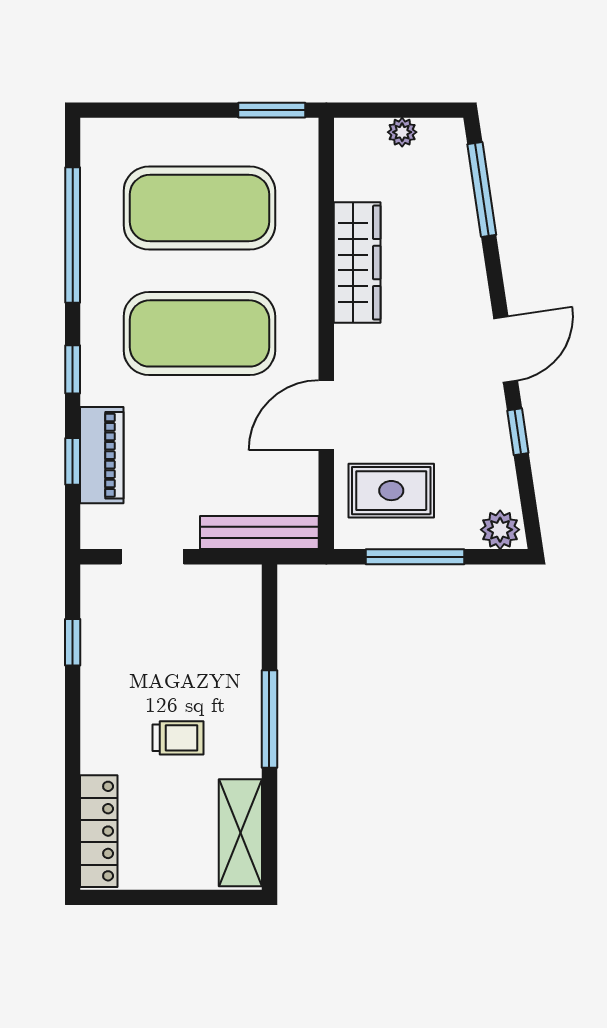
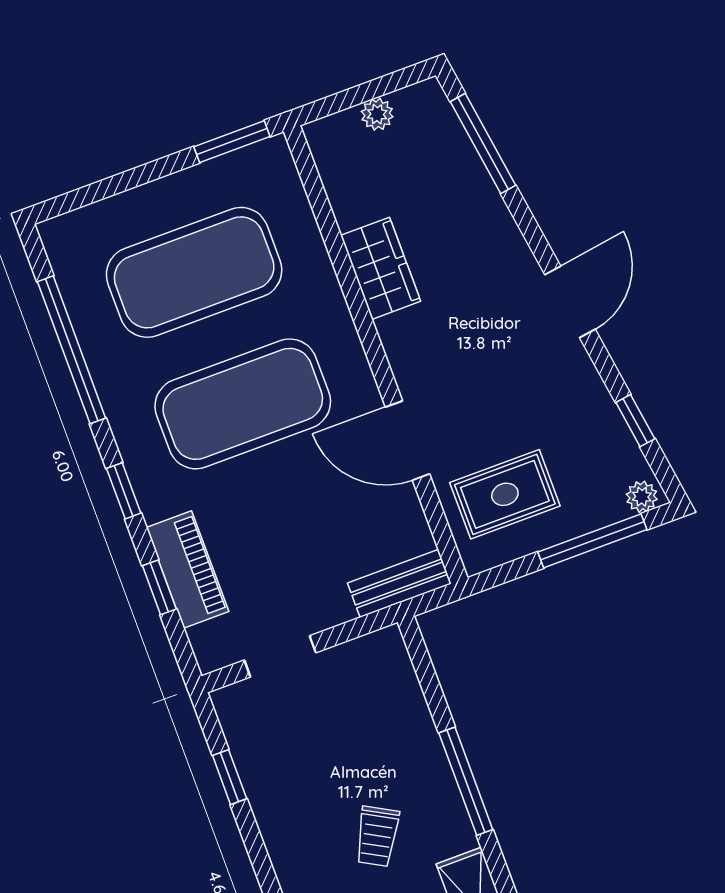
wardrobe: (357, 263) -> (381, 268), width x0.67
door: (326, 415) -> (408, 441), hinge flipped
window: (518, 432) -> (635, 421), moved
plant: (500, 530) -> (642, 497), width x0.73, depth x0.73
bench: (259, 533) -> (399, 583), width x0.73
window: (415, 557) -> (592, 541), moved
trolley: (178, 738) -> (377, 836), turned 119

